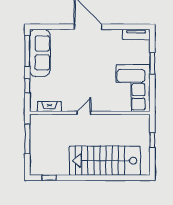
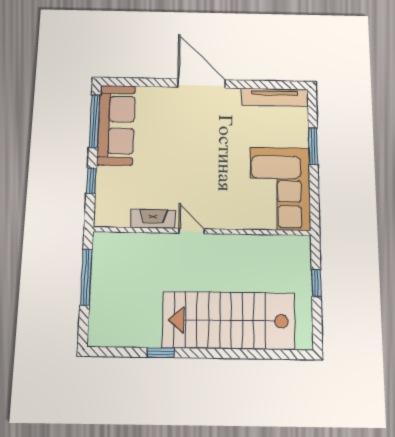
tv unit: (136, 34) -> (275, 97), width x1.41
fireplace: (49, 107) -> (153, 219), moved
door: (84, 113) -> (191, 231), hinge flipped
window: (49, 178) -> (161, 353), moved

